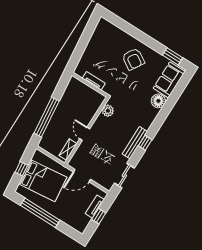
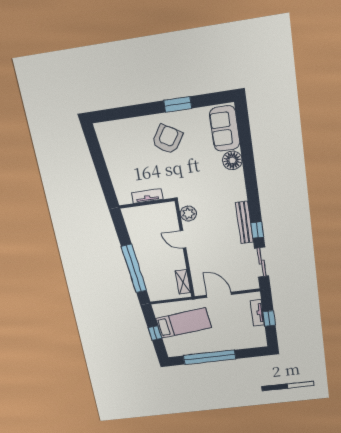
window: (173, 56) -> (178, 104), moved
armchair: (133, 59) -> (167, 139), turned -89
door: (85, 134) -> (183, 239), moved
window: (145, 143) -> (257, 230), moved
door: (82, 176) -> (219, 295), swing flipped
bed: (43, 181) -> (184, 323), width x0.67

